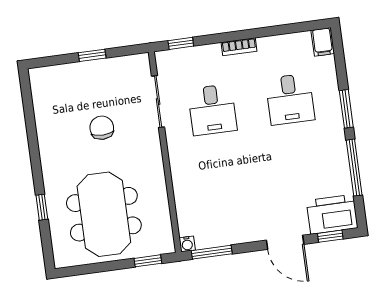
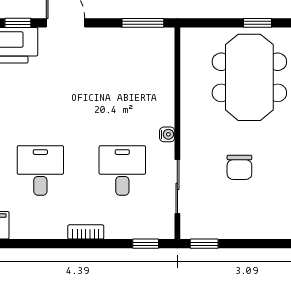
window: (92, 55) -> (204, 244), moved
water cooler: (187, 244) -> (167, 134), moved, turned 90
window: (148, 261) -> (258, 23), moved

